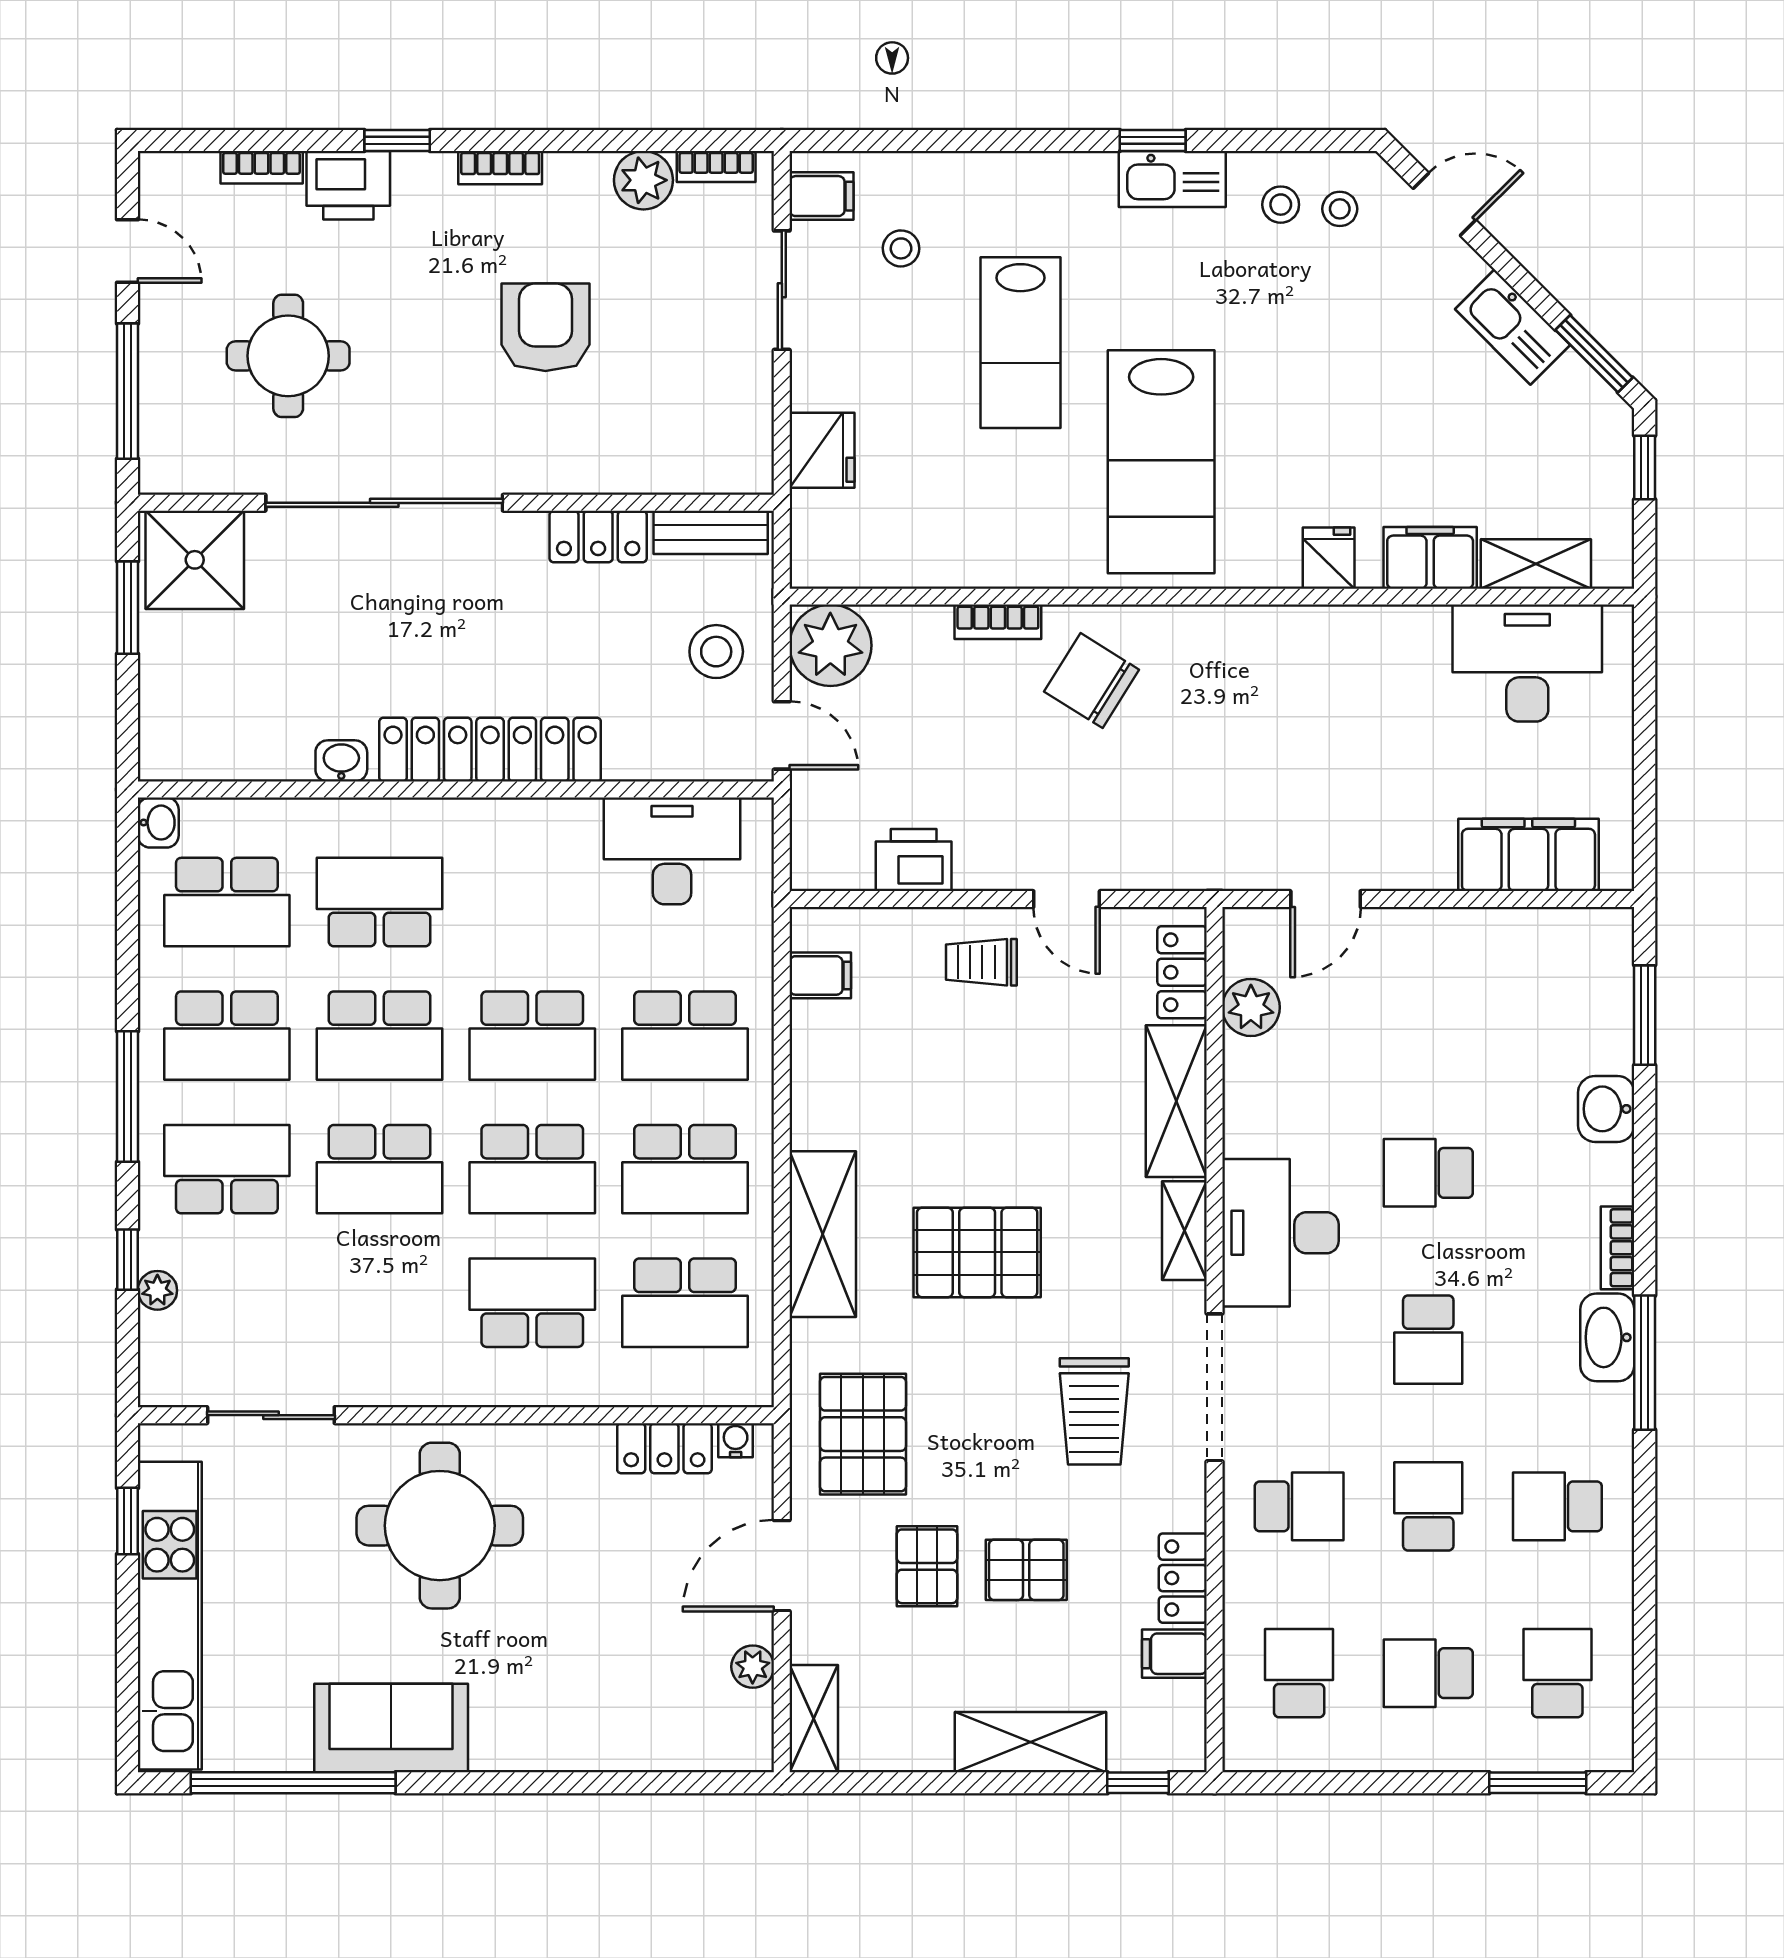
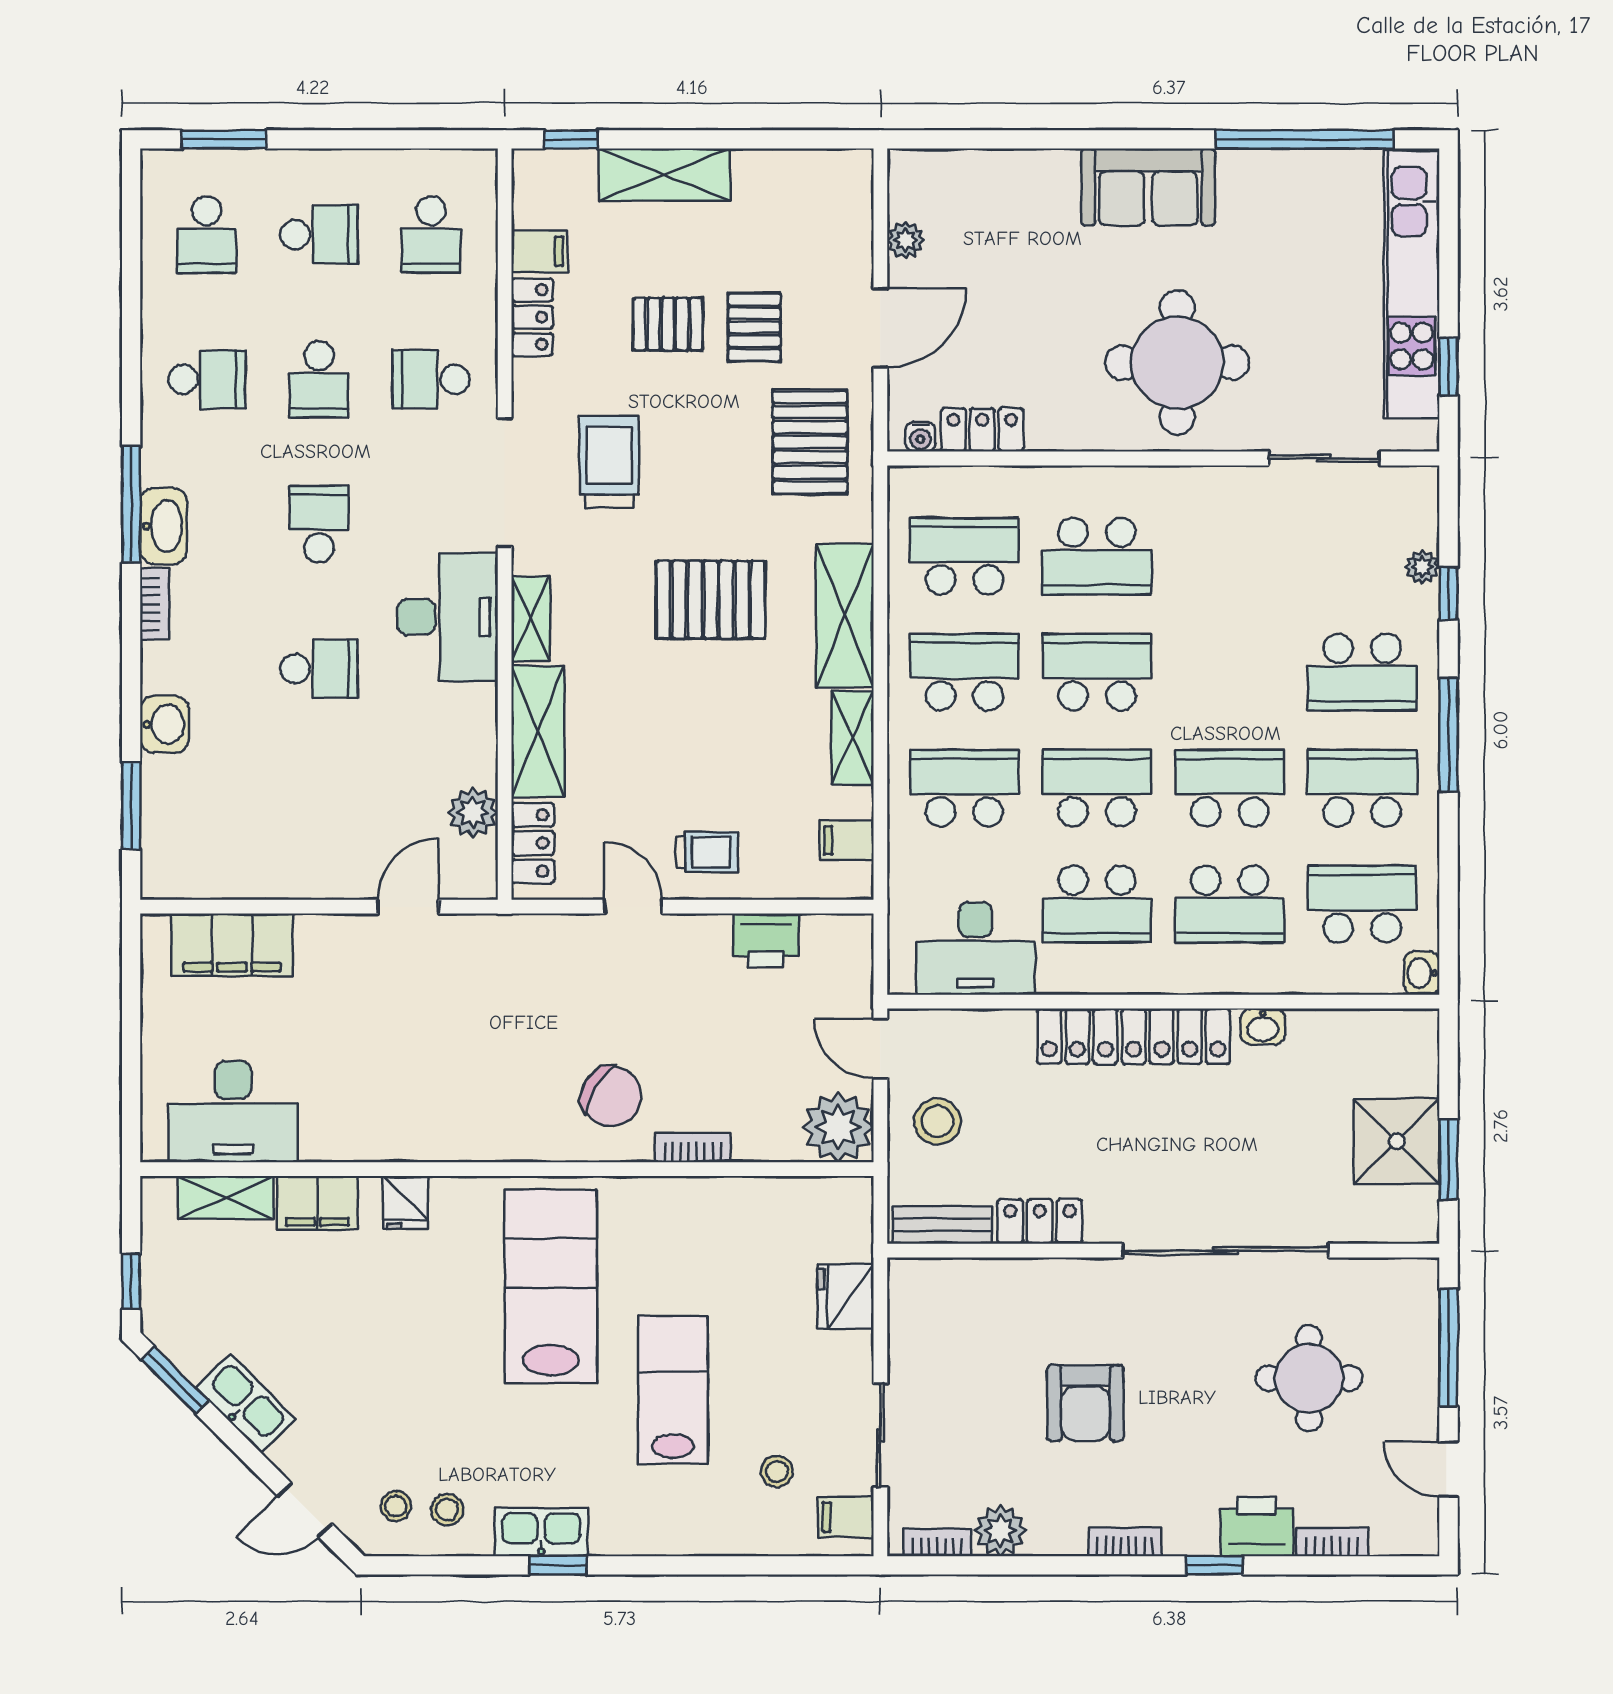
shower: (195, 560) -> (1397, 1141), moved
school desk: (380, 1169) -> (1097, 904), moved, turned 180
shelving: (814, 1719) -> (853, 738), moved
sofa: (391, 1728) -> (1148, 187), moved

